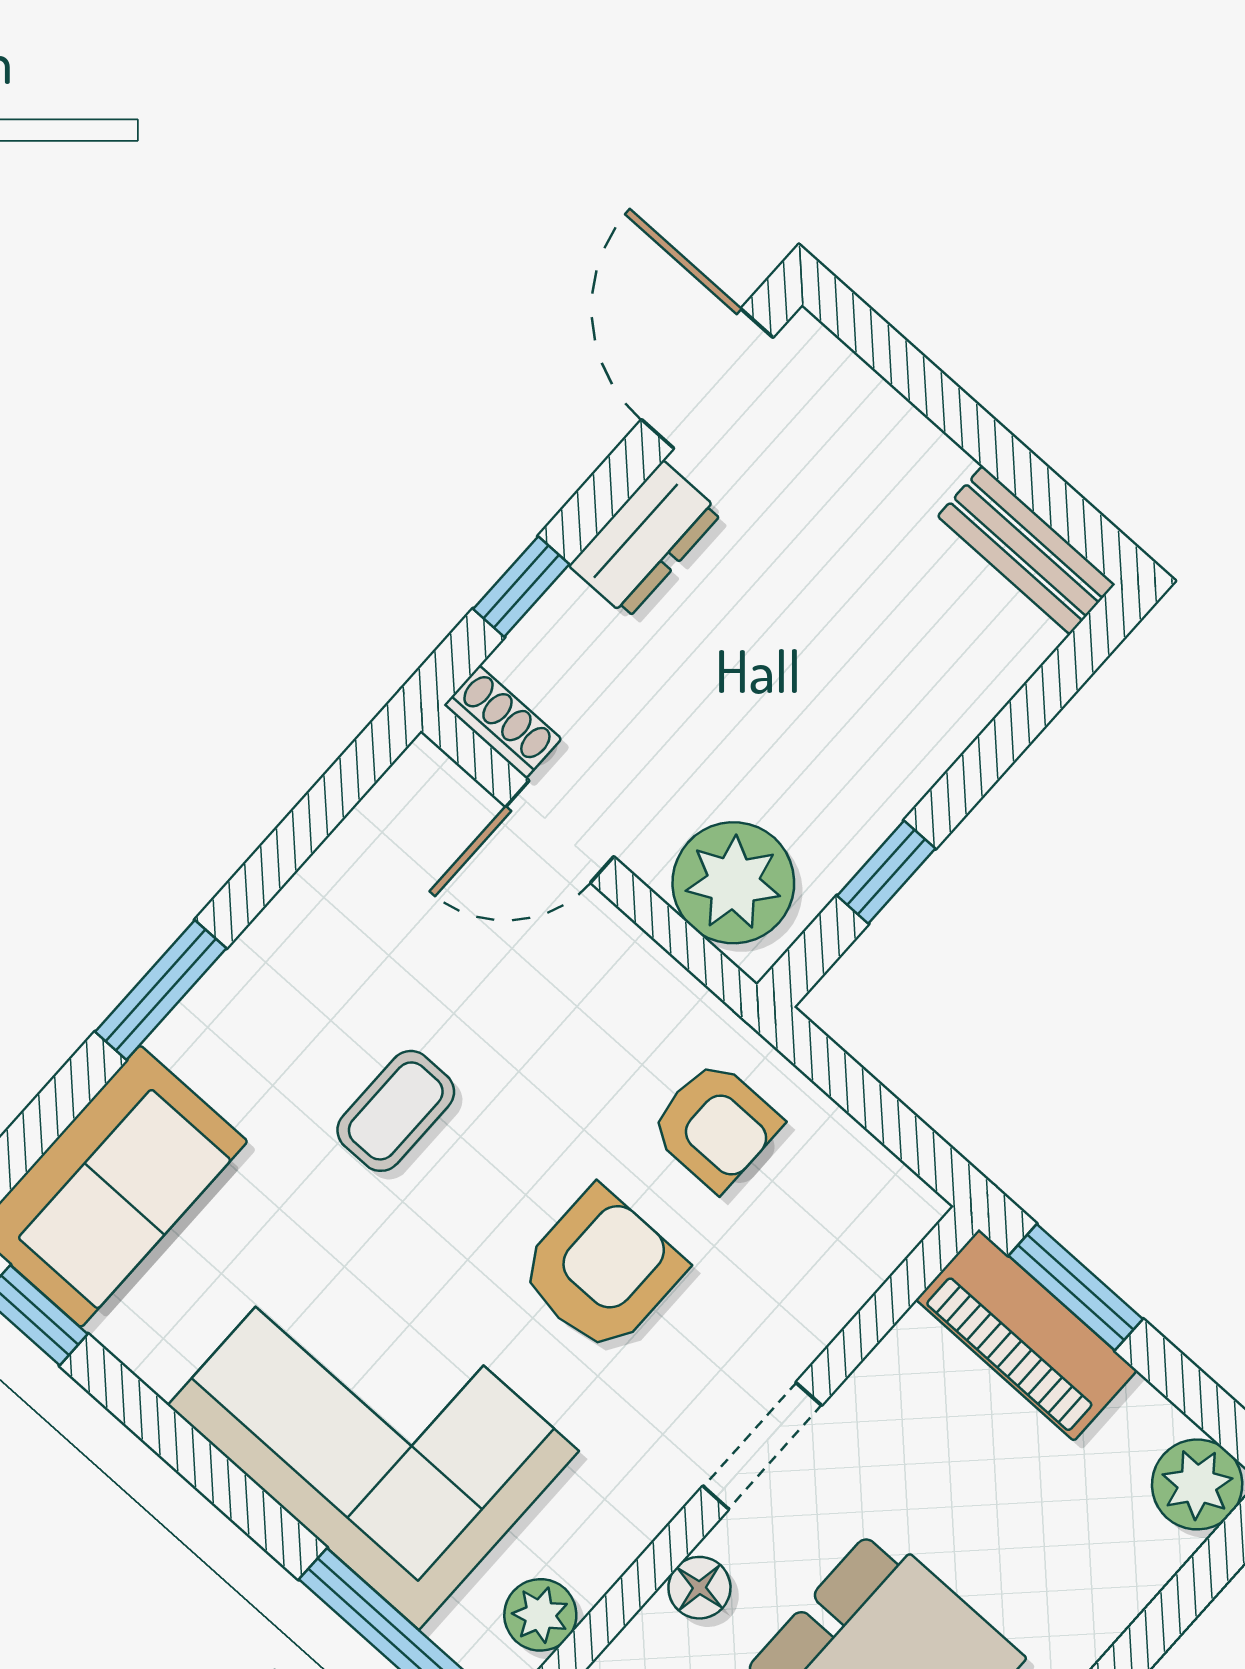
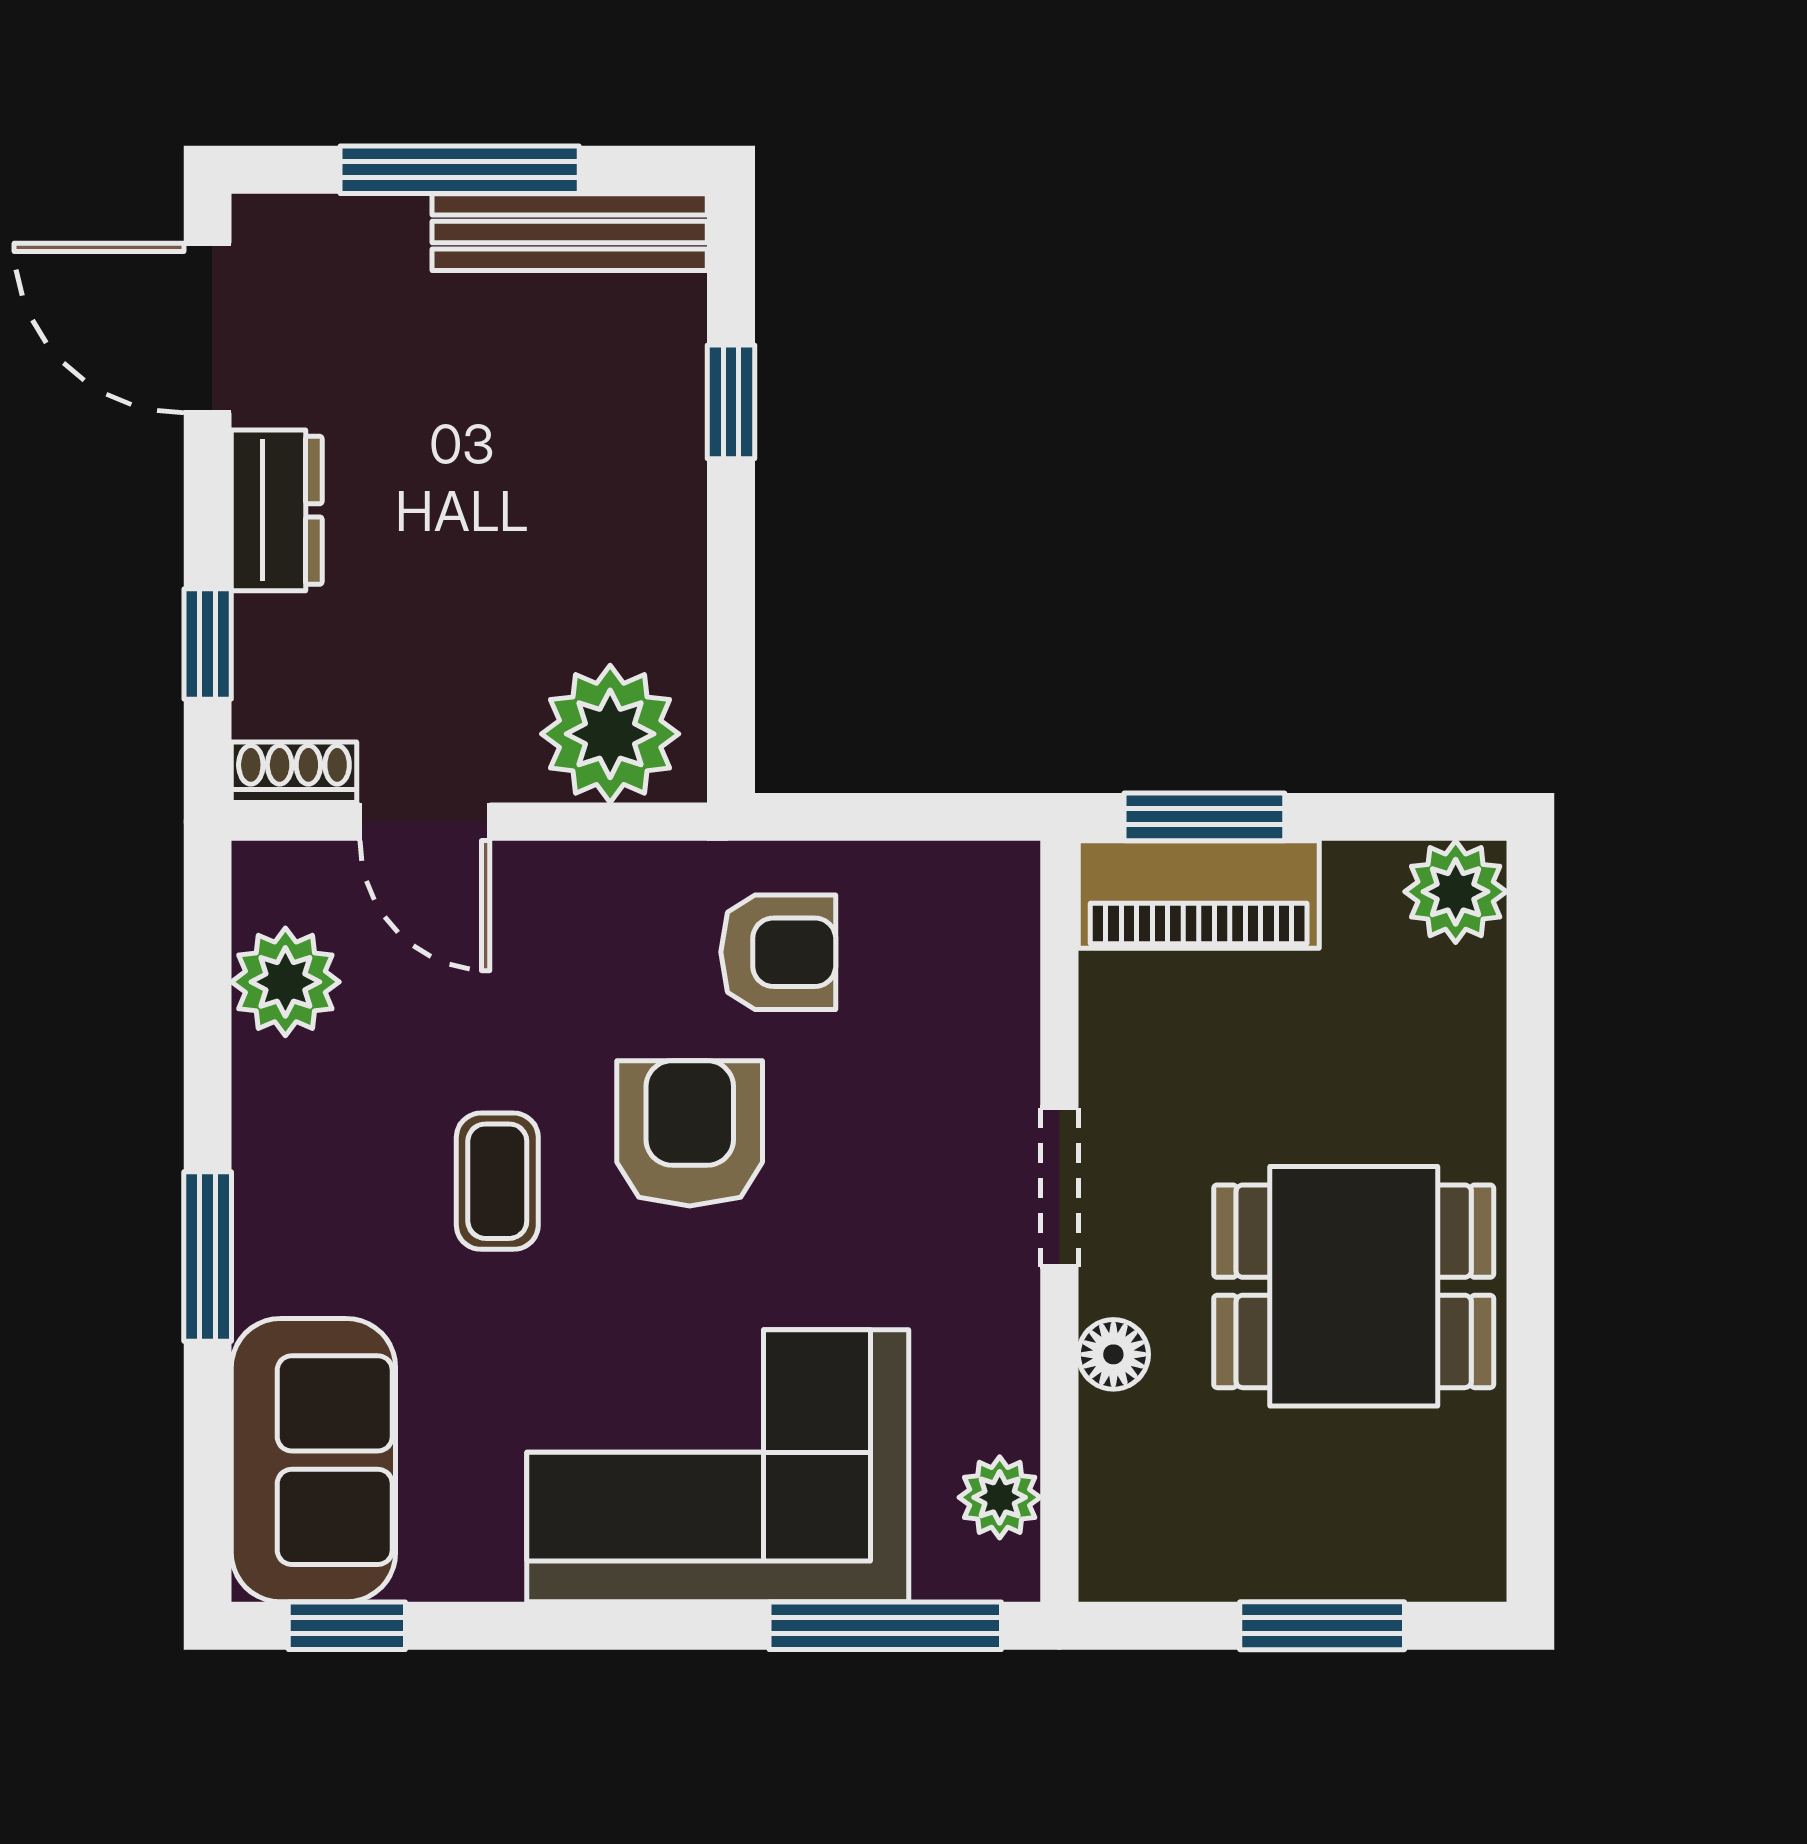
window: (966, 423) -> (460, 170), added
bench: (1026, 550) -> (570, 232), width x1.36
door: (560, 832) -> (425, 822), hinge flipped
plant: (374, 855) -> (285, 982), added
window: (886, 872) -> (731, 402), moved
armchair: (602, 1270) -> (690, 1133), moved

